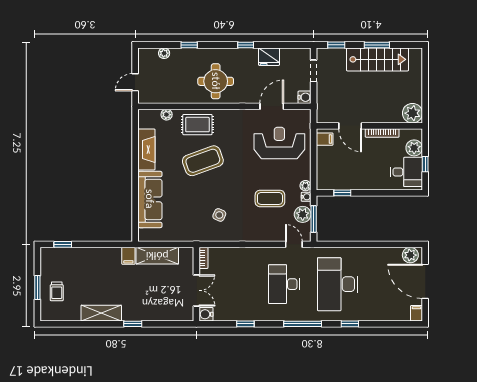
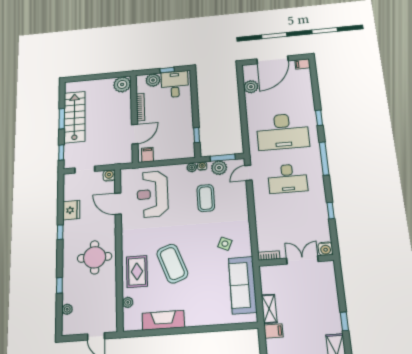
sofa: (150, 199) -> (243, 285), moved, turned -90
plant: (410, 255) -> (251, 87), moved
shelving: (157, 256) -> (269, 309), width x0.67, depth x0.75

